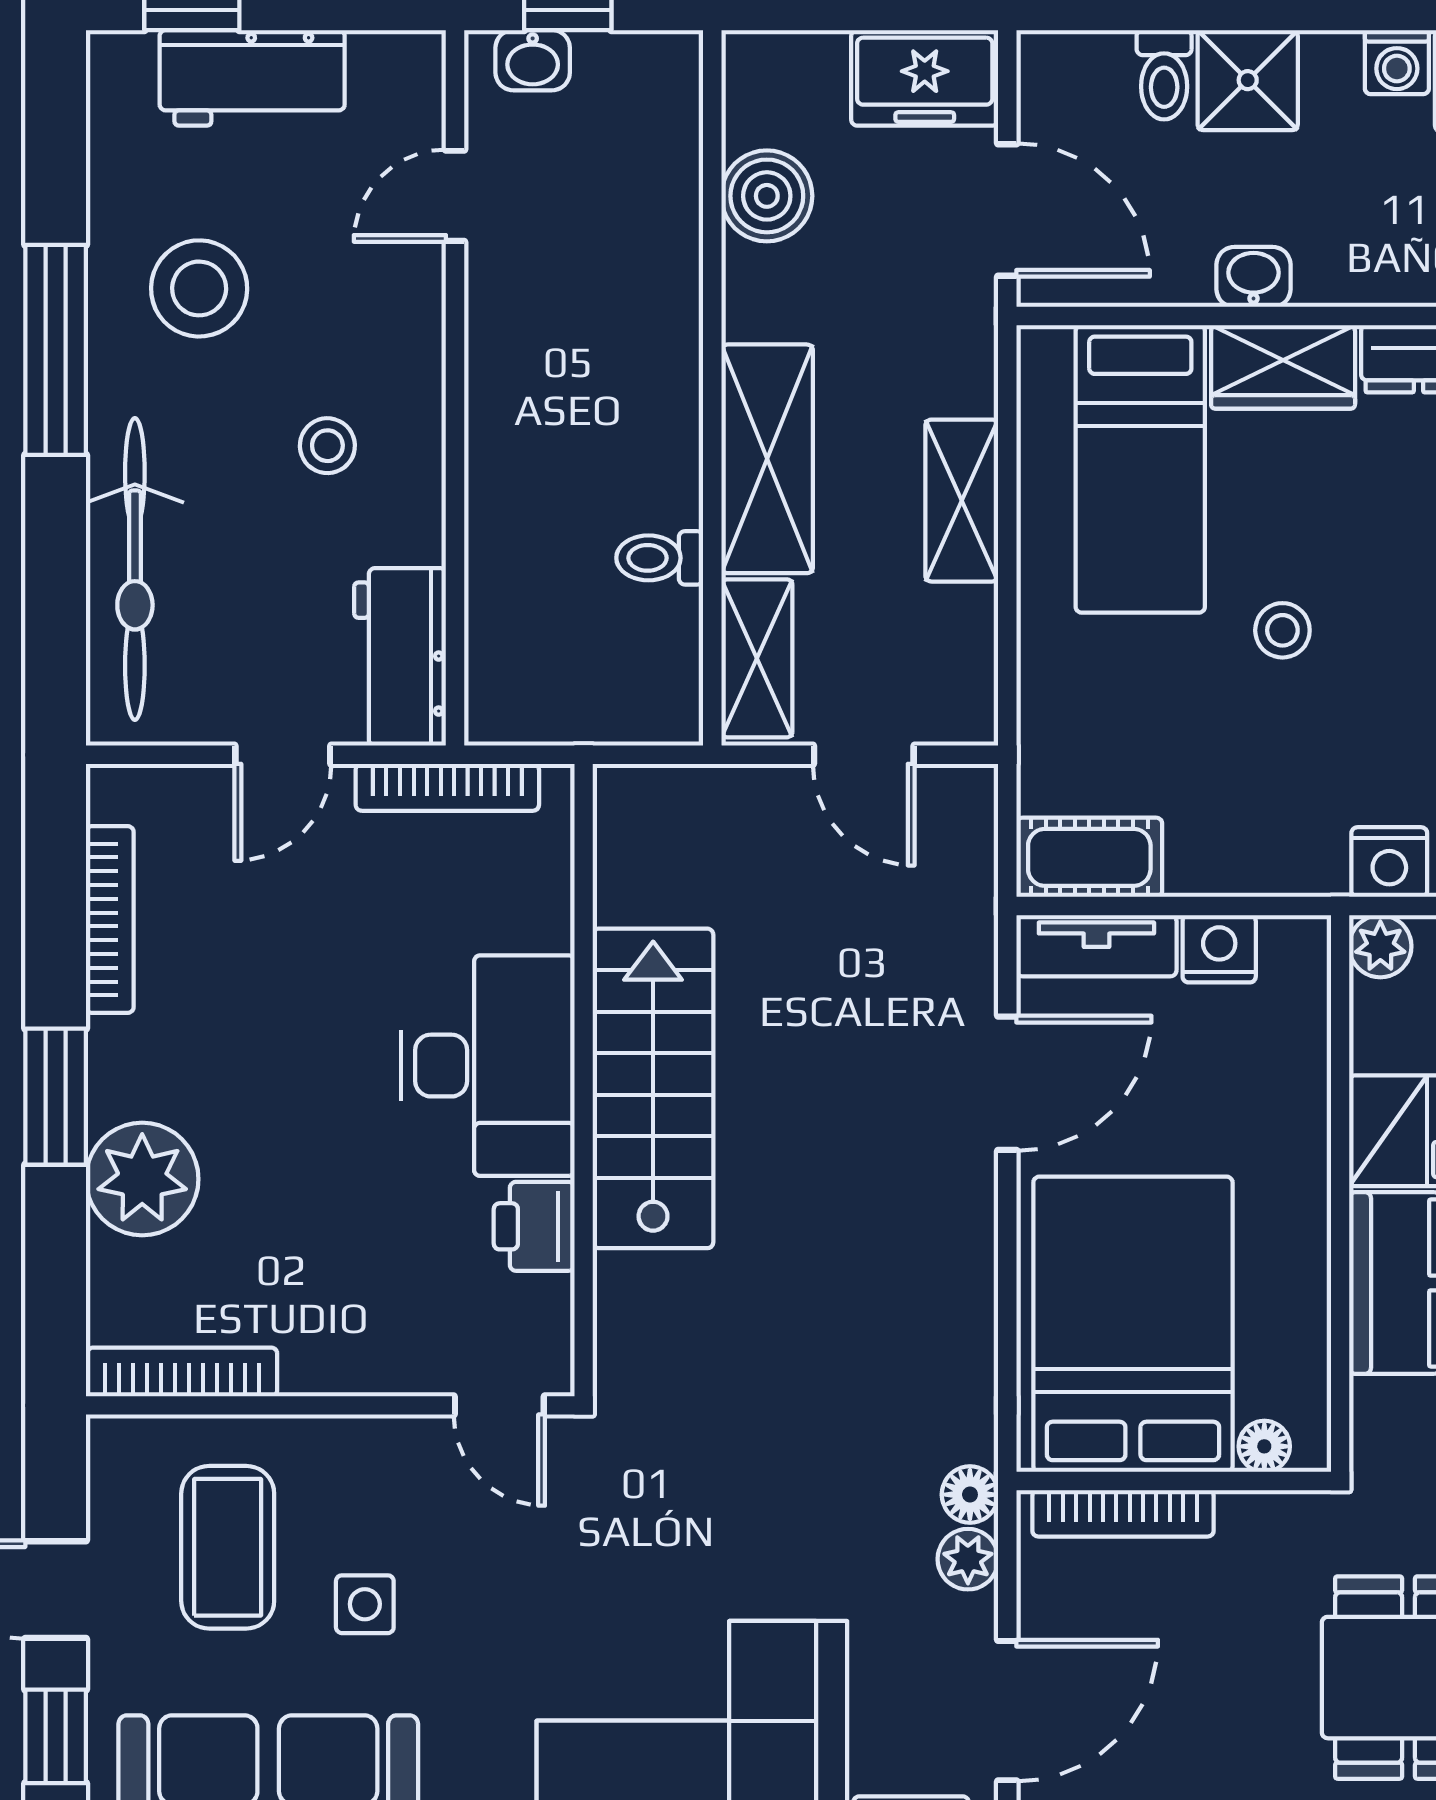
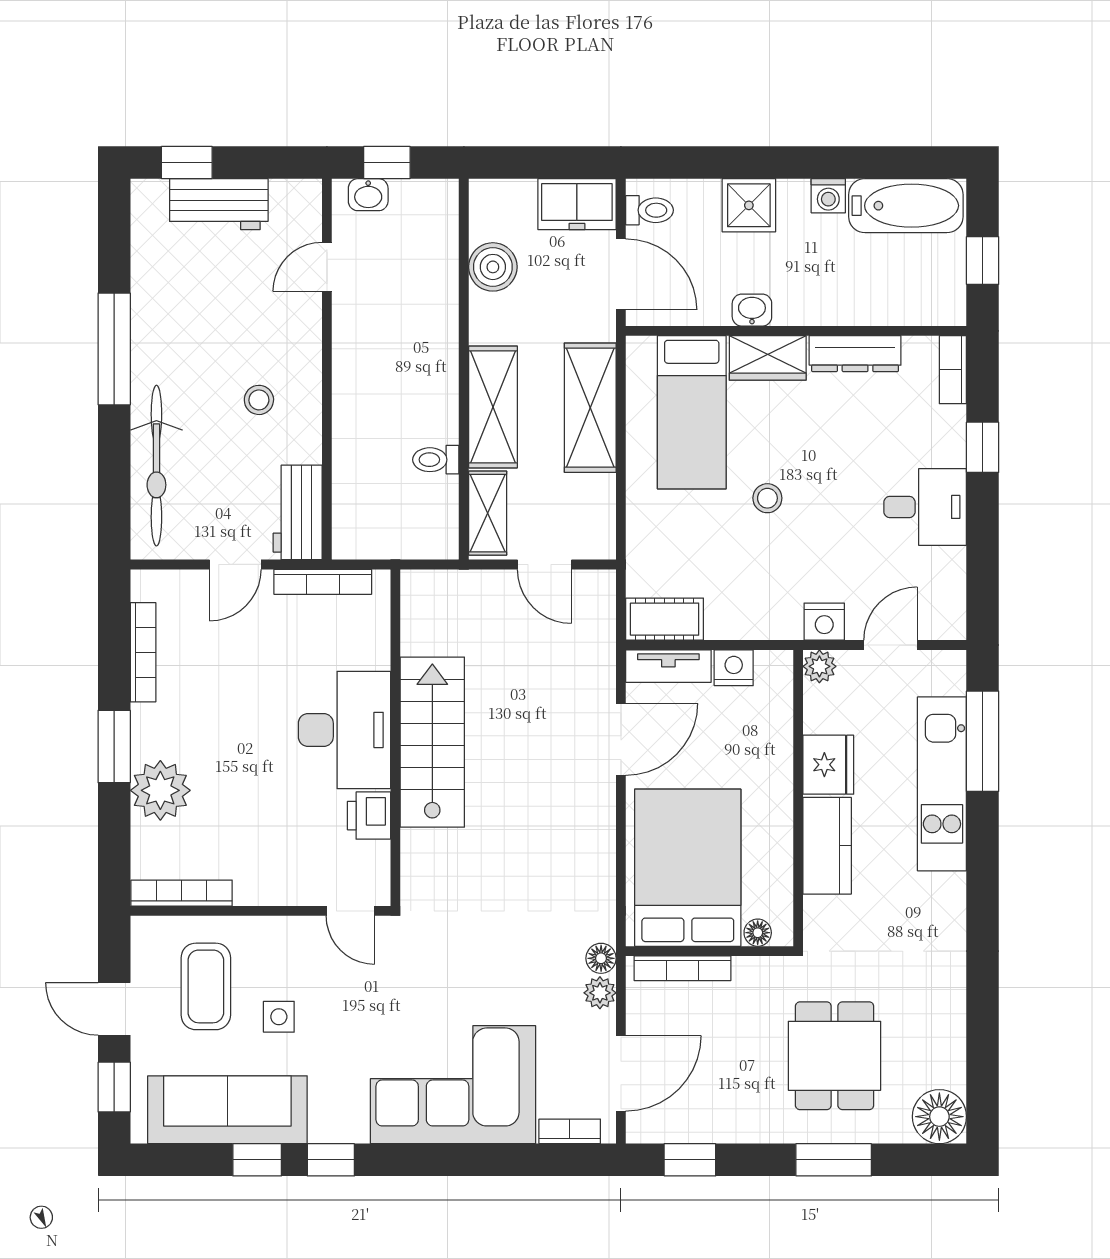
toilet: (1164, 75) -> (650, 210), moved, turned -90
stool: (199, 288) -> (191, 316), removed
shelving: (962, 501) -> (590, 408), width x1.50, depth x1.33

